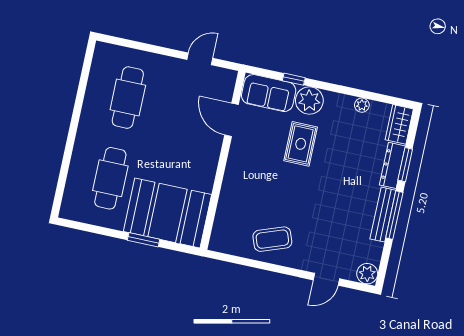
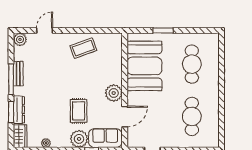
door: (232, 120) -> (125, 117), hinge flipped
plant: (241, 160) -> (114, 93), added
booth: (167, 213) -> (144, 66), moved, turned 90
bench: (383, 215) -> (18, 74), width x0.73

